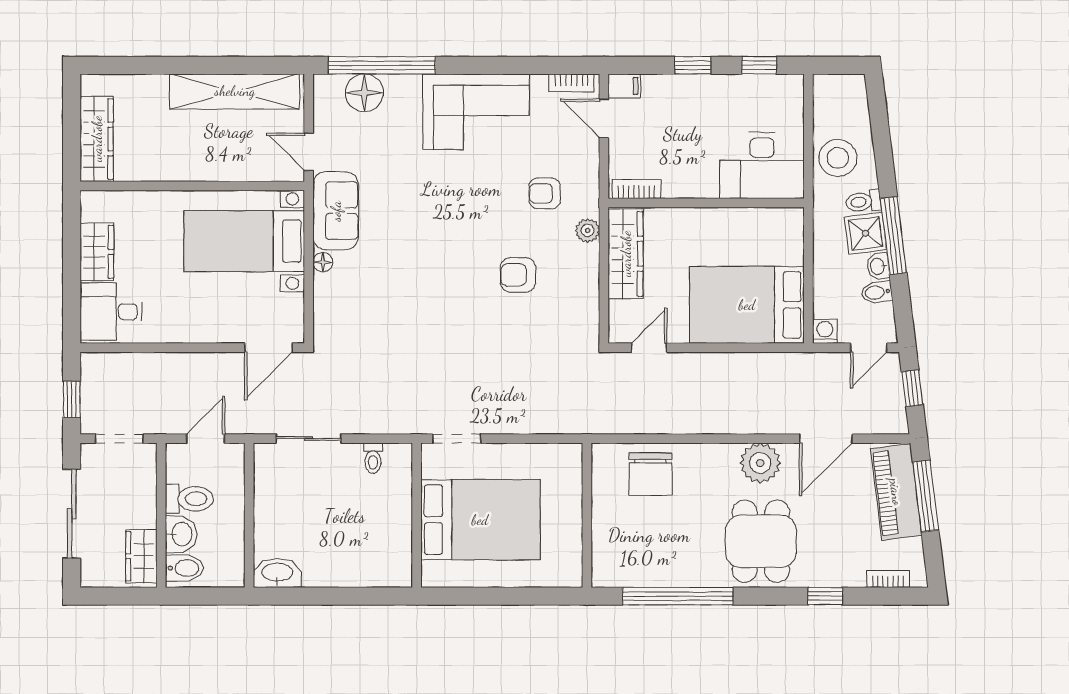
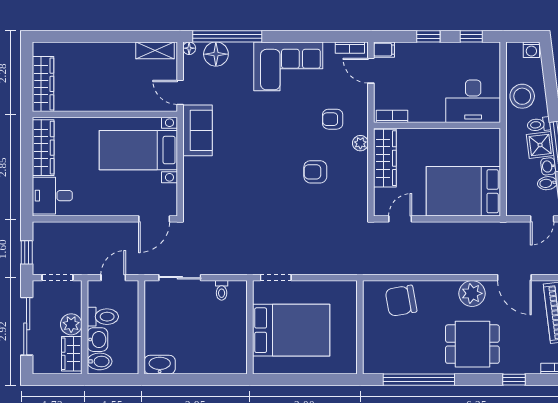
shelving: (235, 91) -> (155, 50), width x0.45, depth x0.75
wardrobe: (97, 252) -> (43, 148), width x1.50
floor lamp: (323, 262) -> (189, 48), moved
washing machine: (825, 331) -> (531, 50), moved, turned 180
door: (826, 439) -> (514, 278), hinge flipped
chair: (650, 474) -> (401, 301), turned 80
plant: (140, 511) -> (71, 324), added
dining table: (761, 541) -> (472, 344), turned 90

